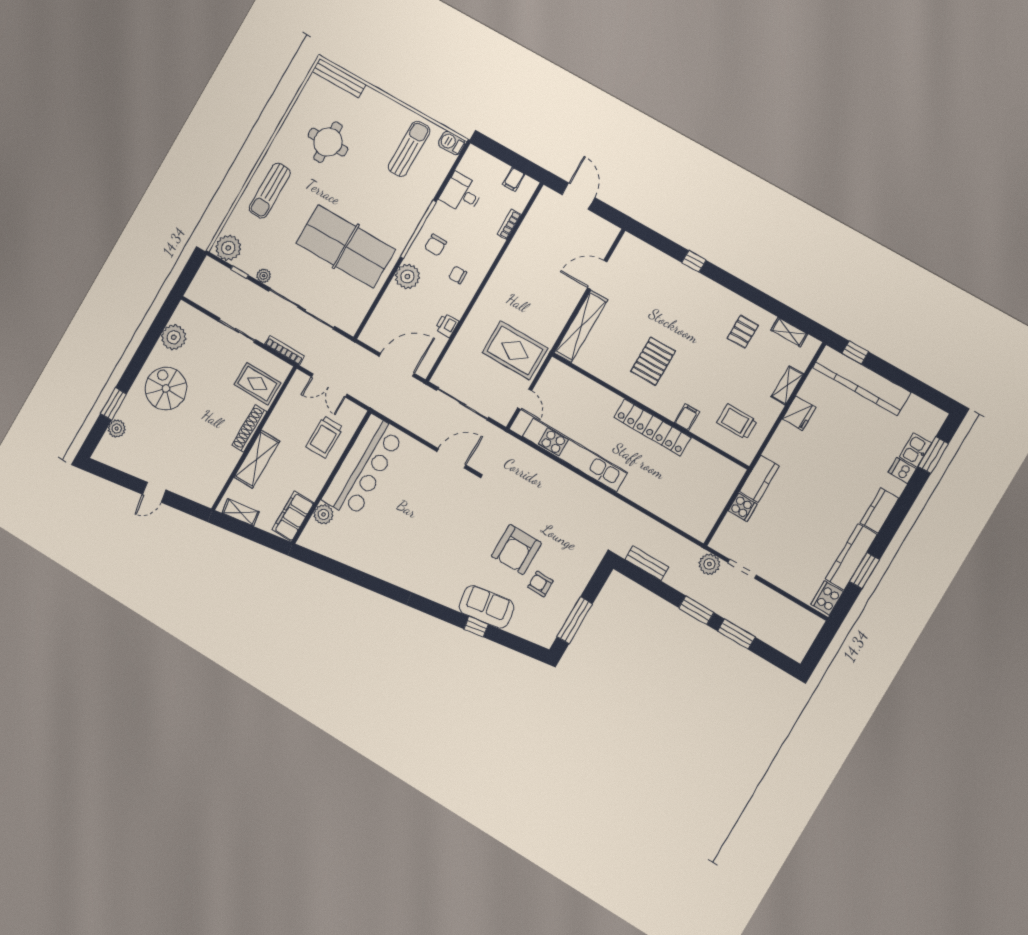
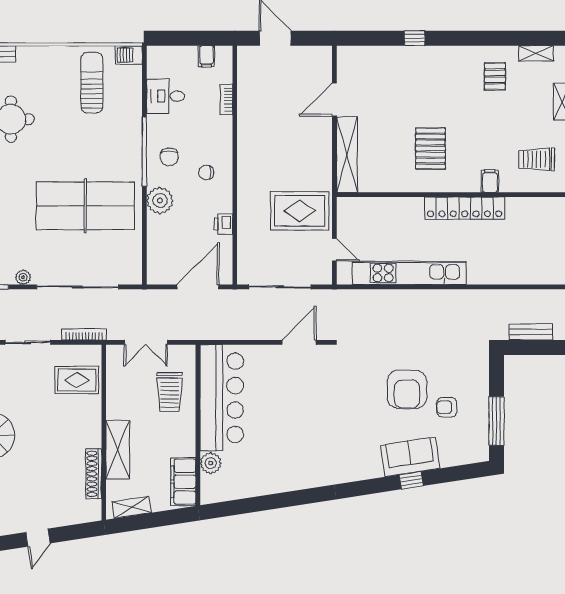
shoe rack: (249, 428) -> (94, 474), moved

